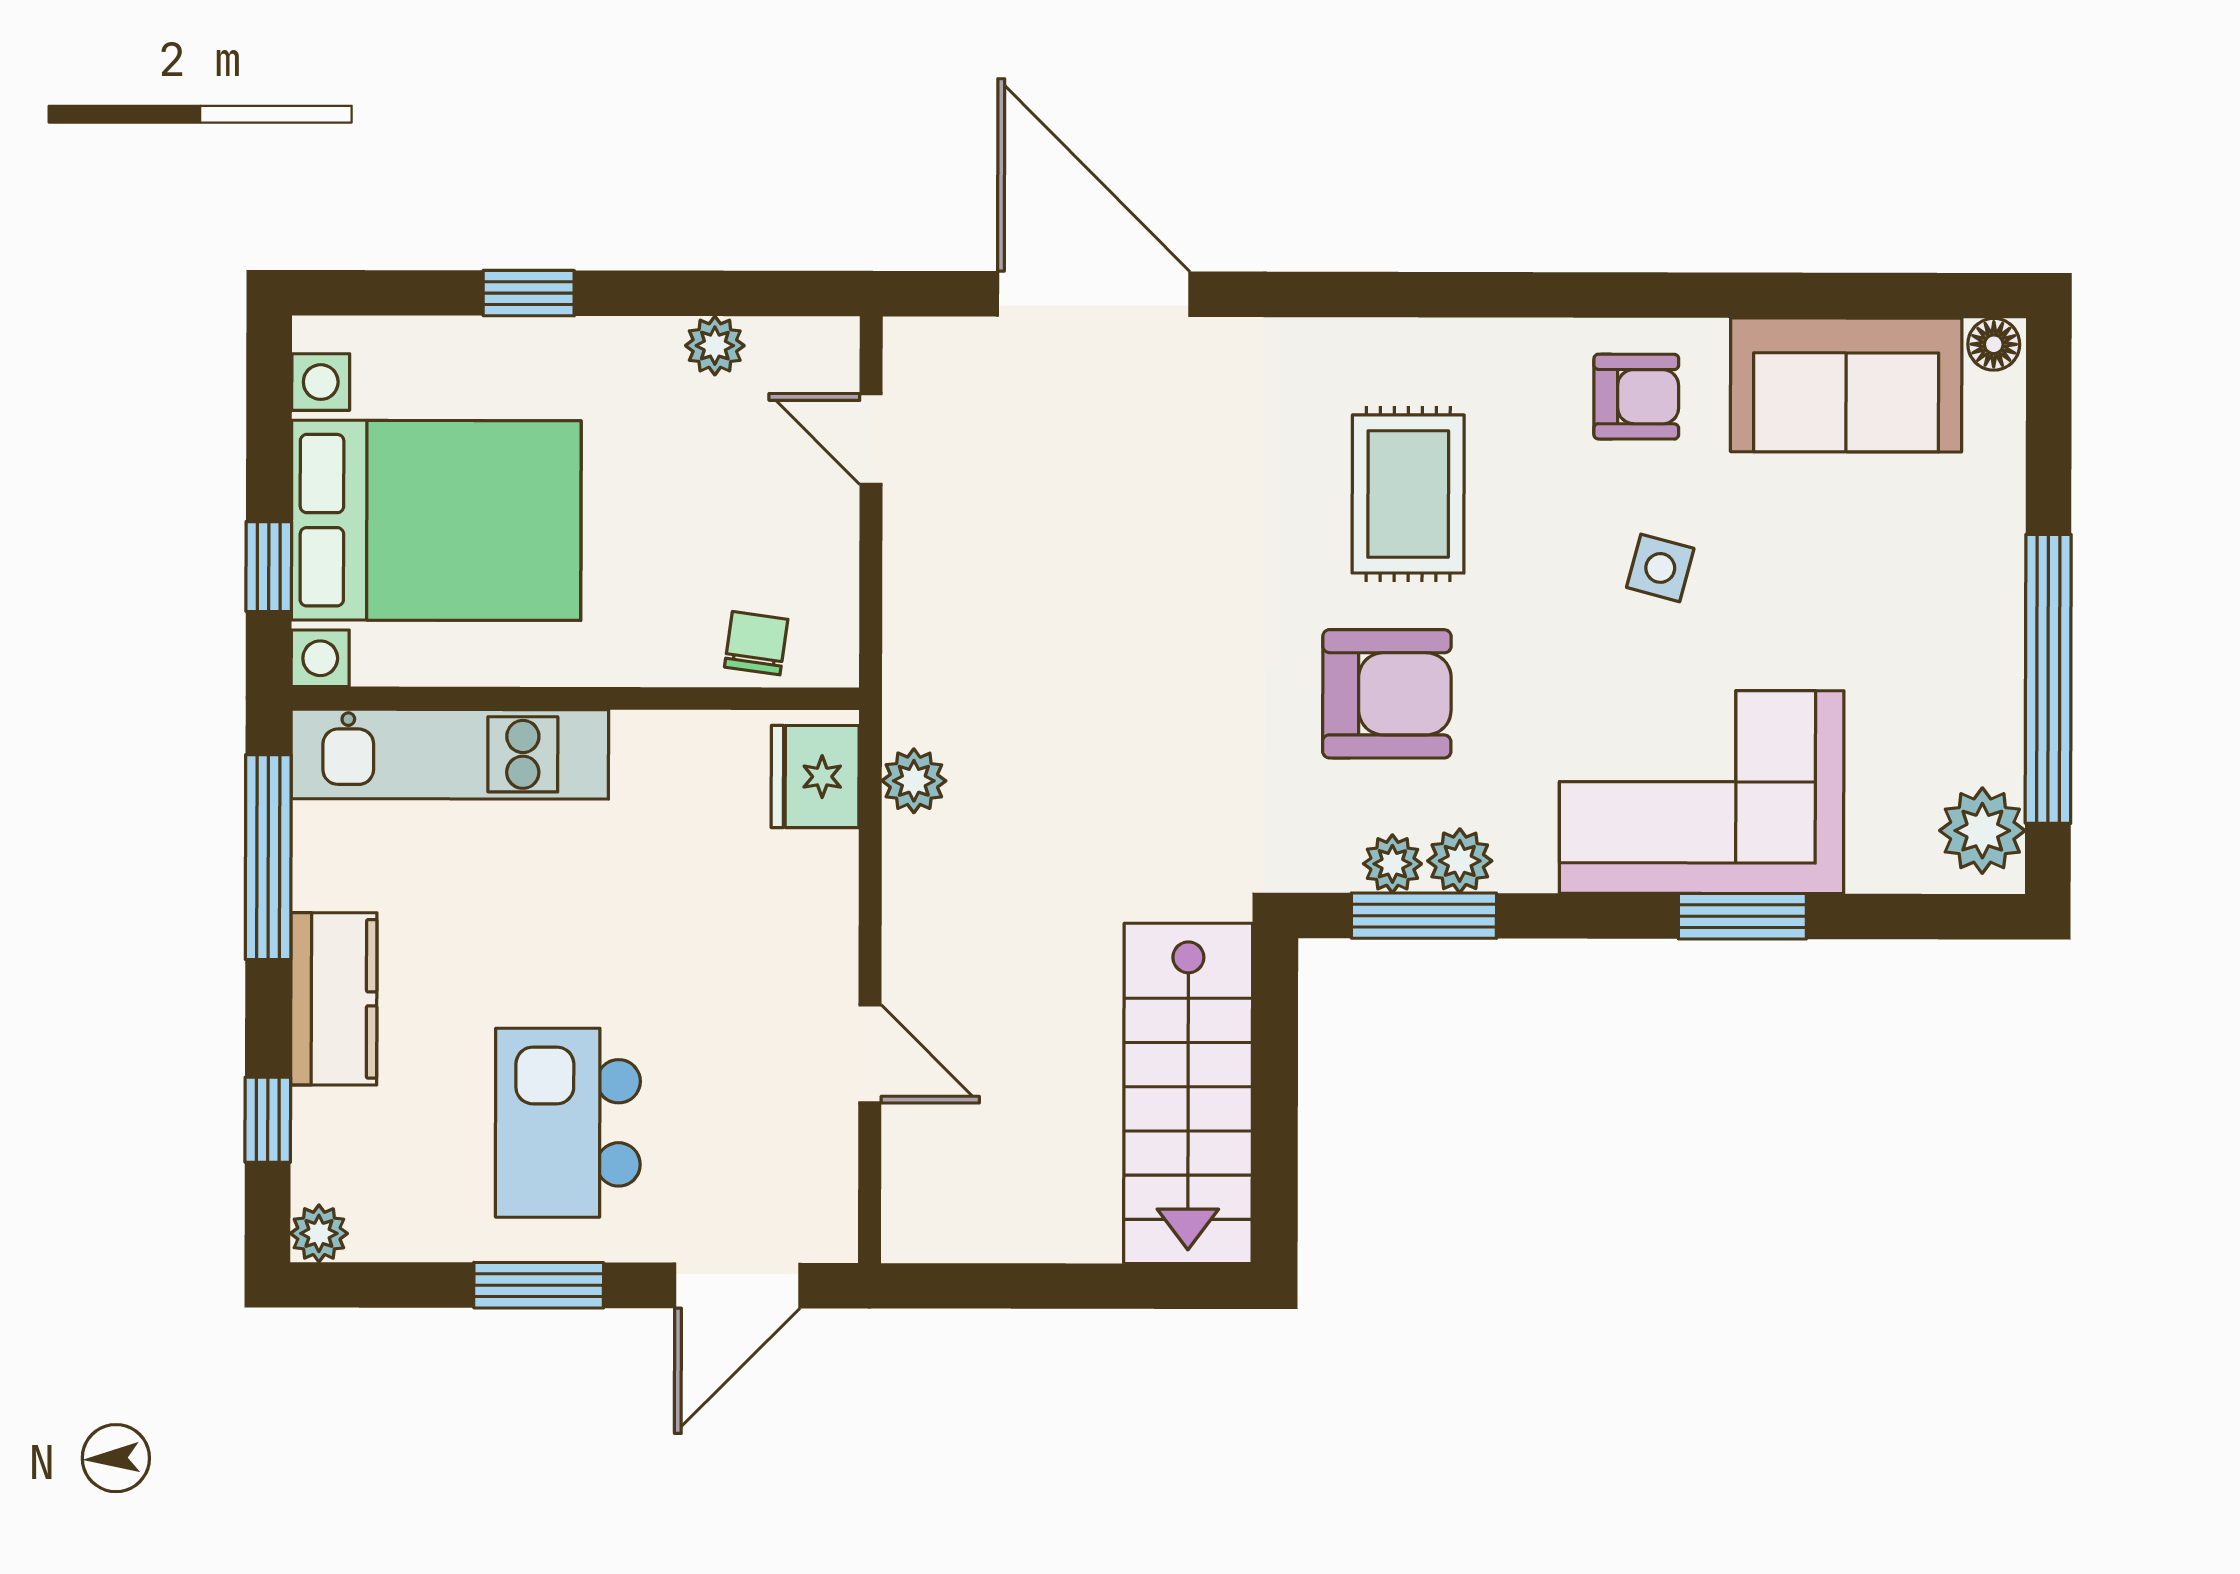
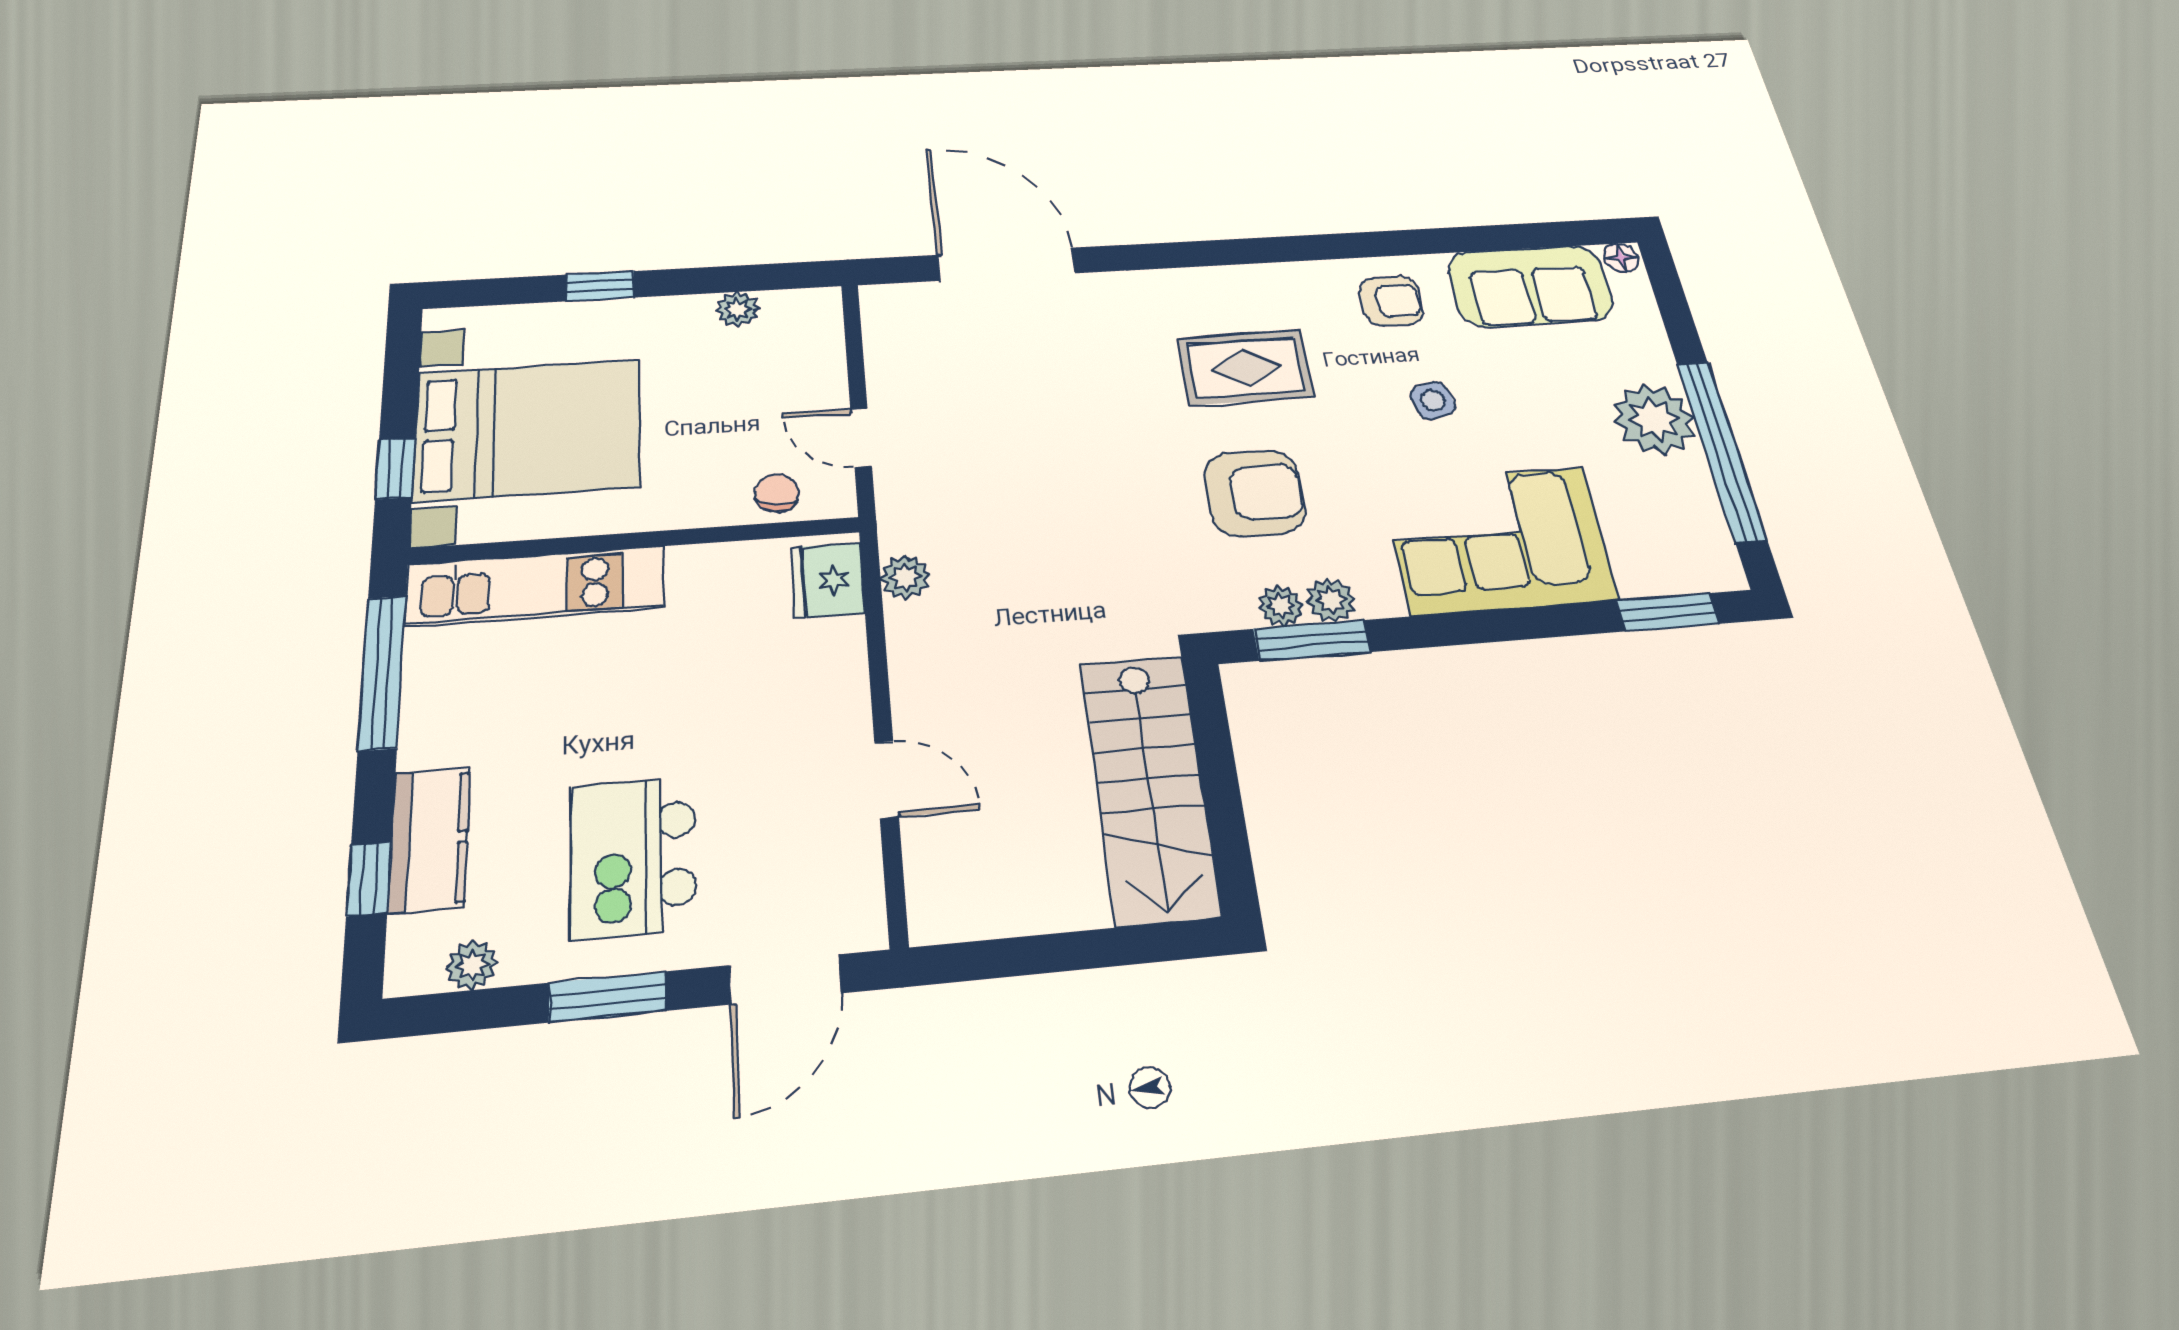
door: (871, 439) -> (861, 438), moved
rug: (1408, 494) -> (1246, 368), turned 90
side table: (1660, 568) -> (1433, 401), turned -30
plant: (1982, 831) -> (1654, 419), moved, width x1.36, depth x1.36
window: (1742, 916) -> (1668, 612), moved
kitchen counter: (334, 999) -> (429, 839), moved
plant: (319, 1233) -> (472, 965), moved

